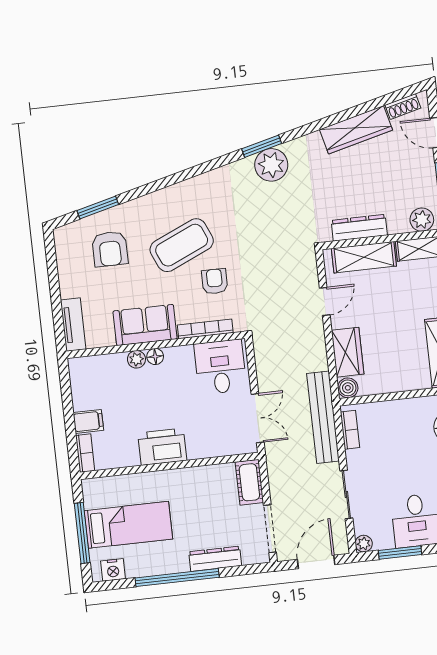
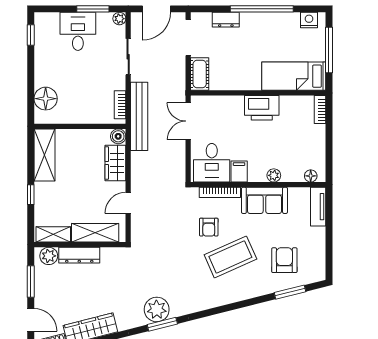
dresser: (359, 228) -> (79, 255), moved
floor lamp: (155, 357) -> (311, 176), moved
filing cabinet: (88, 421) -> (239, 171), moved, turned 90
bed: (128, 525) -> (294, 76), moved
dresser: (215, 559) -> (226, 20), width x0.70

